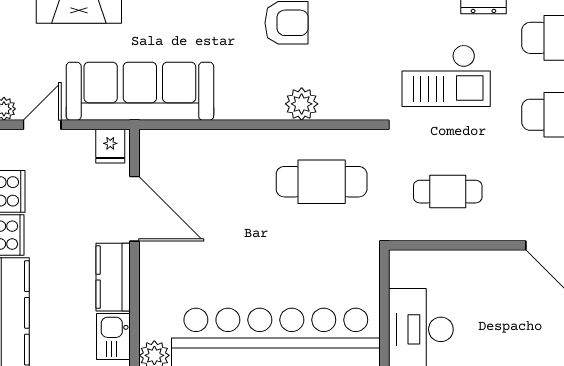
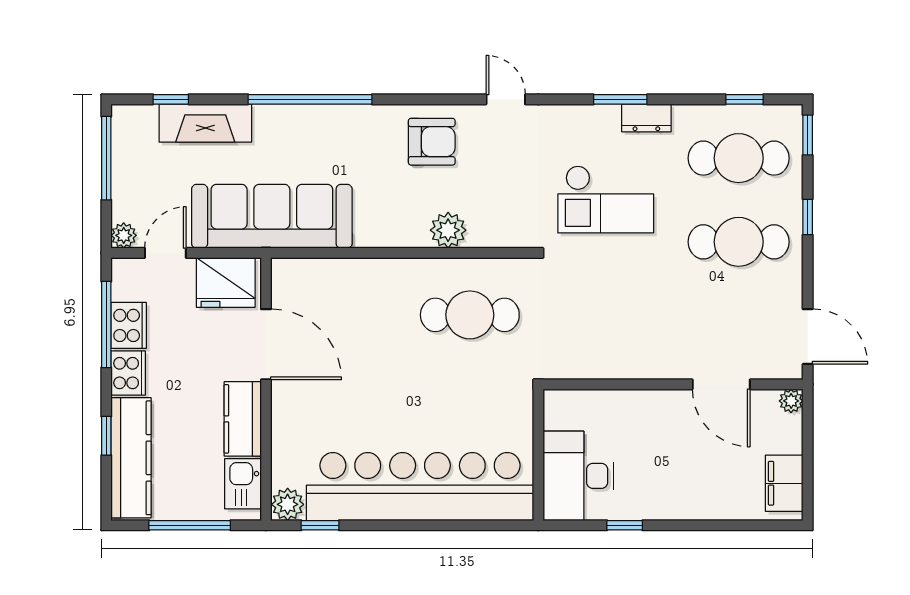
fridge: (110, 146) -> (226, 282), width x1.88, depth x1.34
cafe table: (448, 192) -> (607, 326), removed

